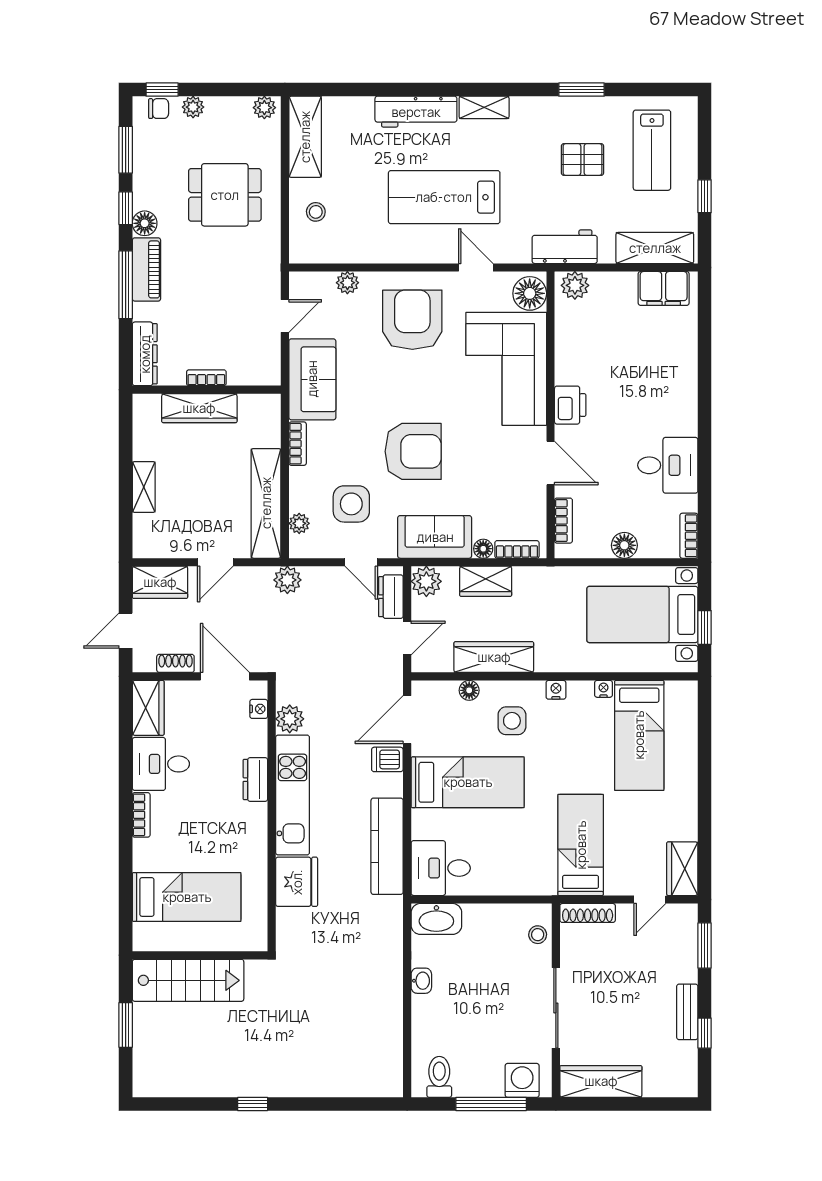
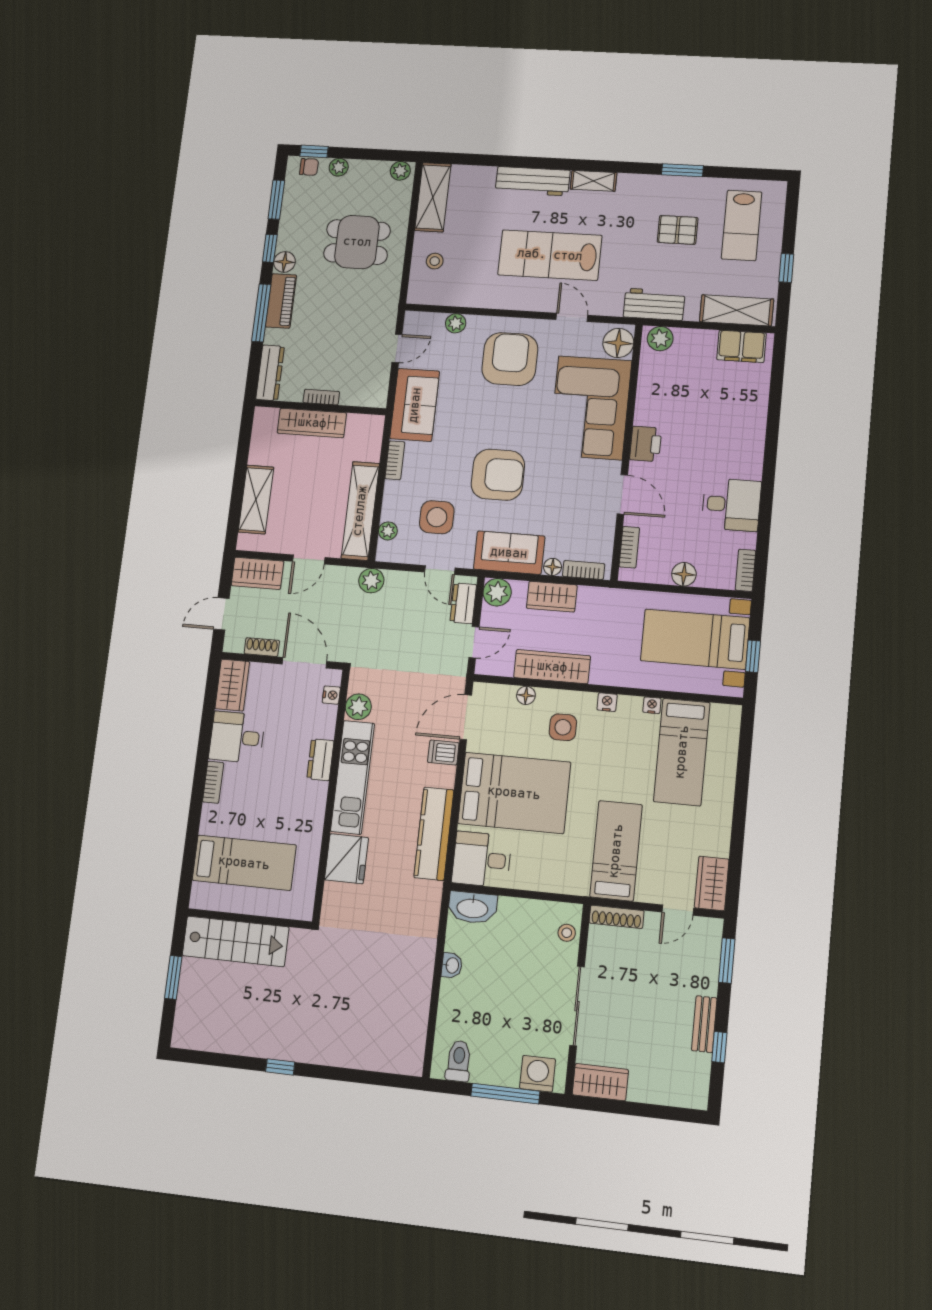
shelving: (144, 487) -> (256, 499), width x1.50, depth x1.33
bed: (468, 782) -> (514, 793), width x1.50
wardrobe: (601, 1081) -> (600, 1082), width x0.67

